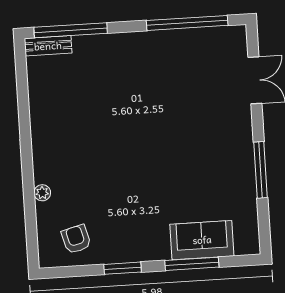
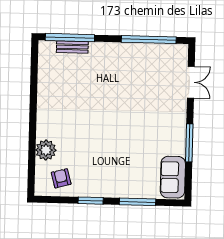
bench: (48, 46) -> (72, 47), moved
plant: (42, 193) -> (46, 150), width x1.88, depth x1.88
sofa: (202, 240) -> (173, 177), moved, turned -90

